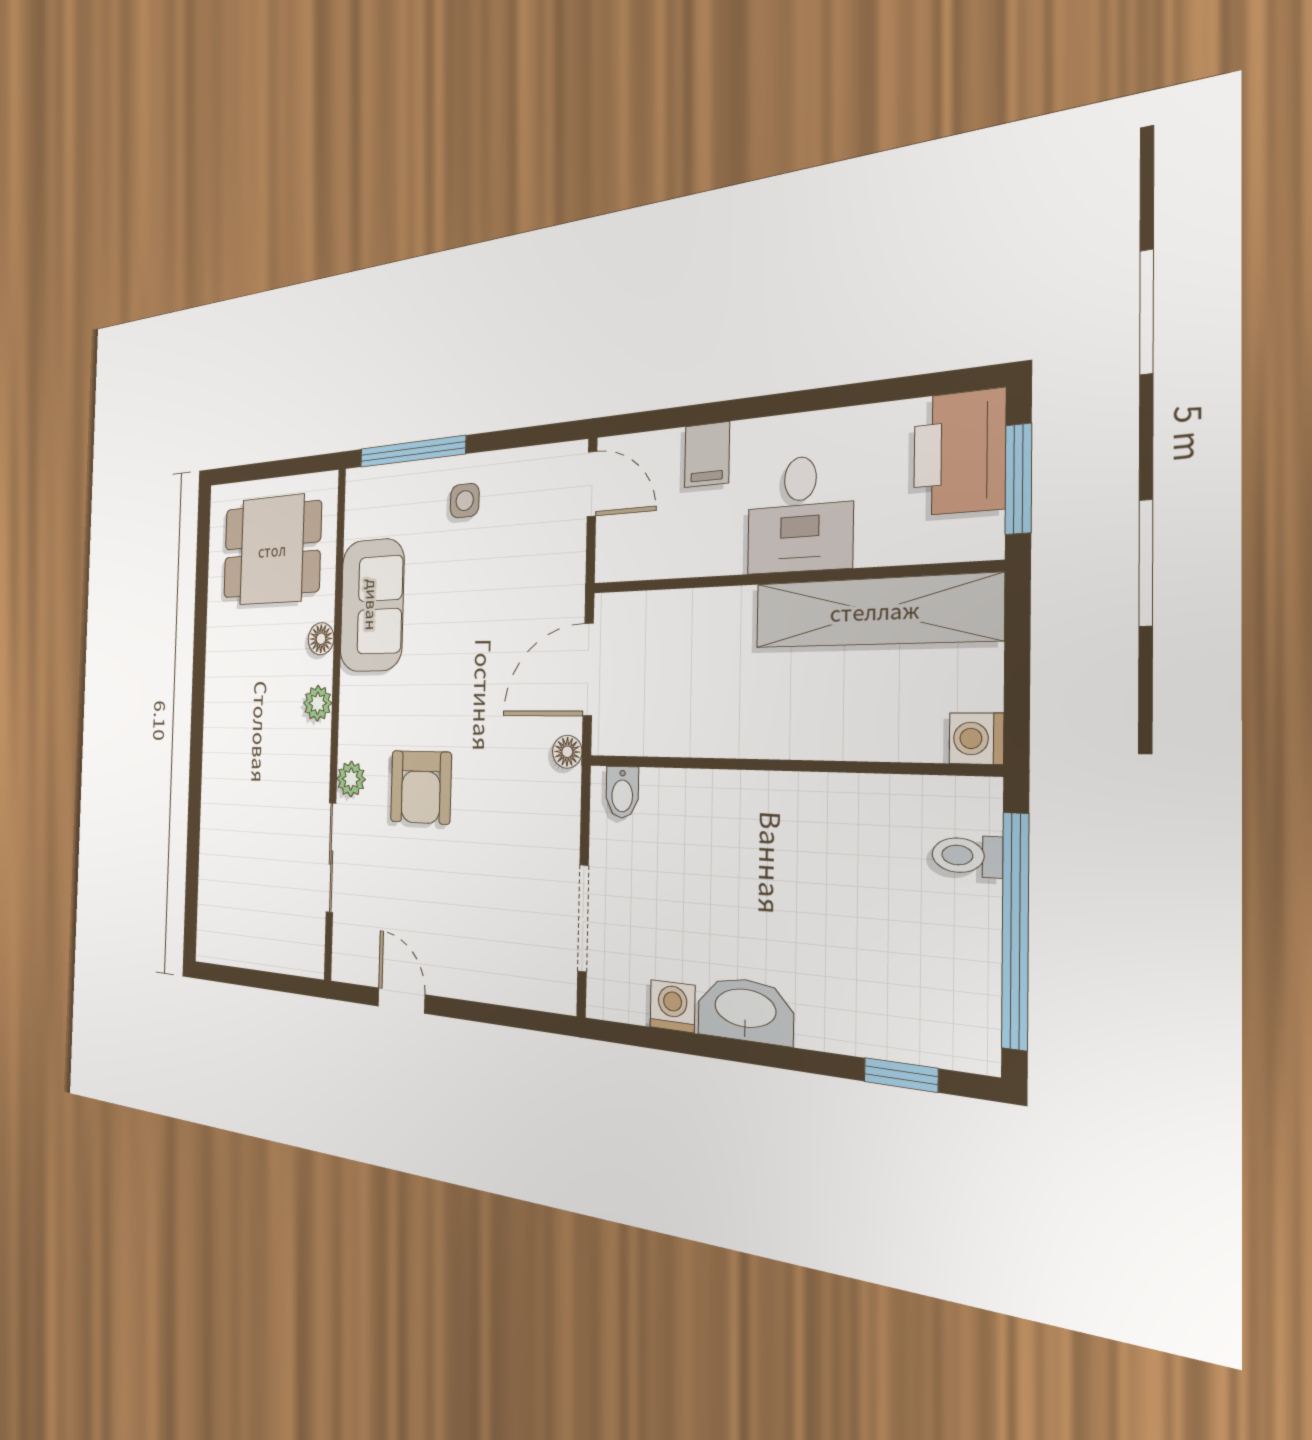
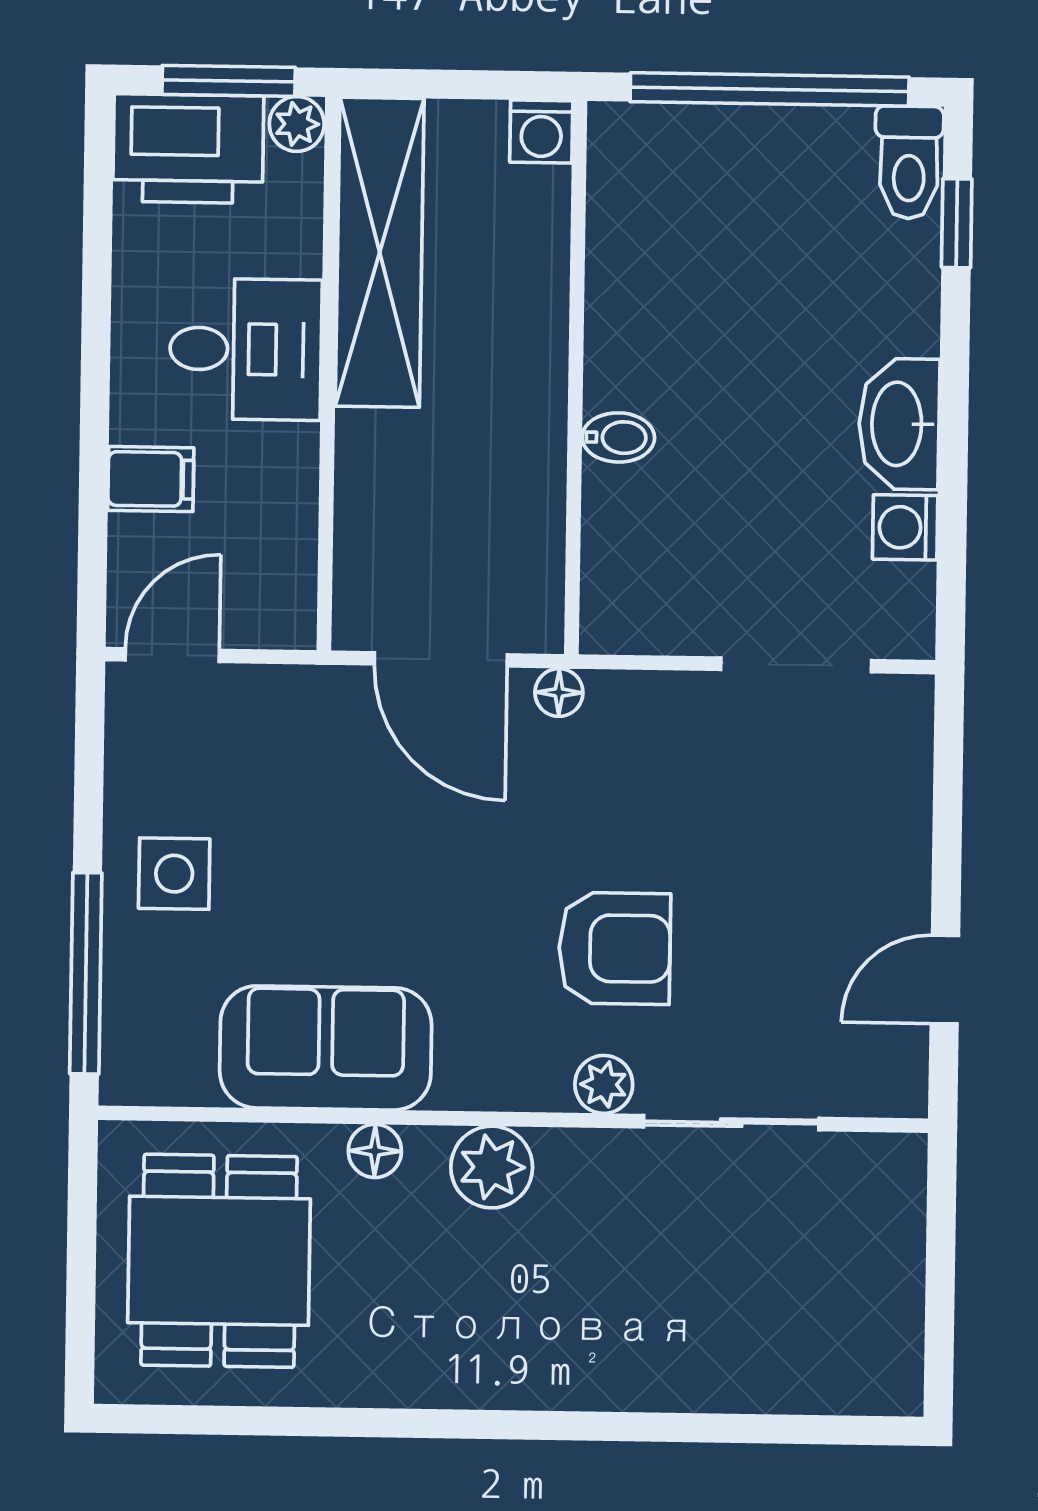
side table: (465, 501) -> (174, 874), width x1.37, depth x1.37
plant: (981, 538) -> (297, 124), added
plant: (318, 703) -> (492, 1167), width x1.38, depth x1.38
bidet: (622, 792) -> (618, 437), moved
toilet: (967, 856) -> (909, 162), moved, width x1.37, depth x1.39

